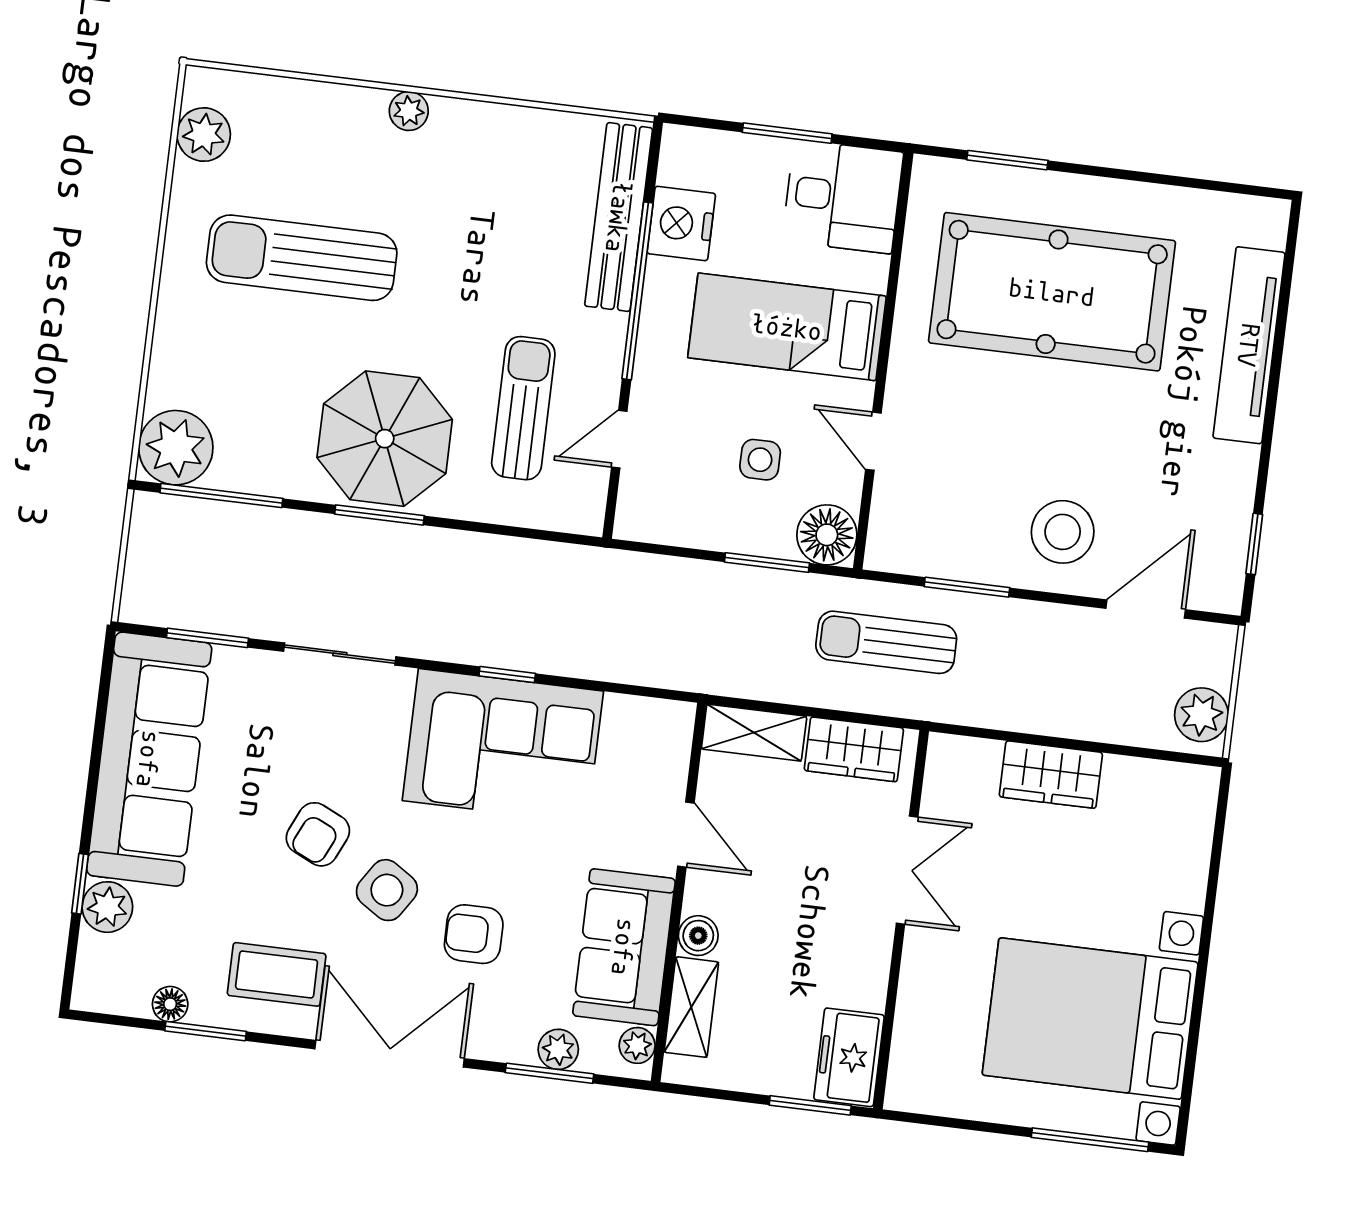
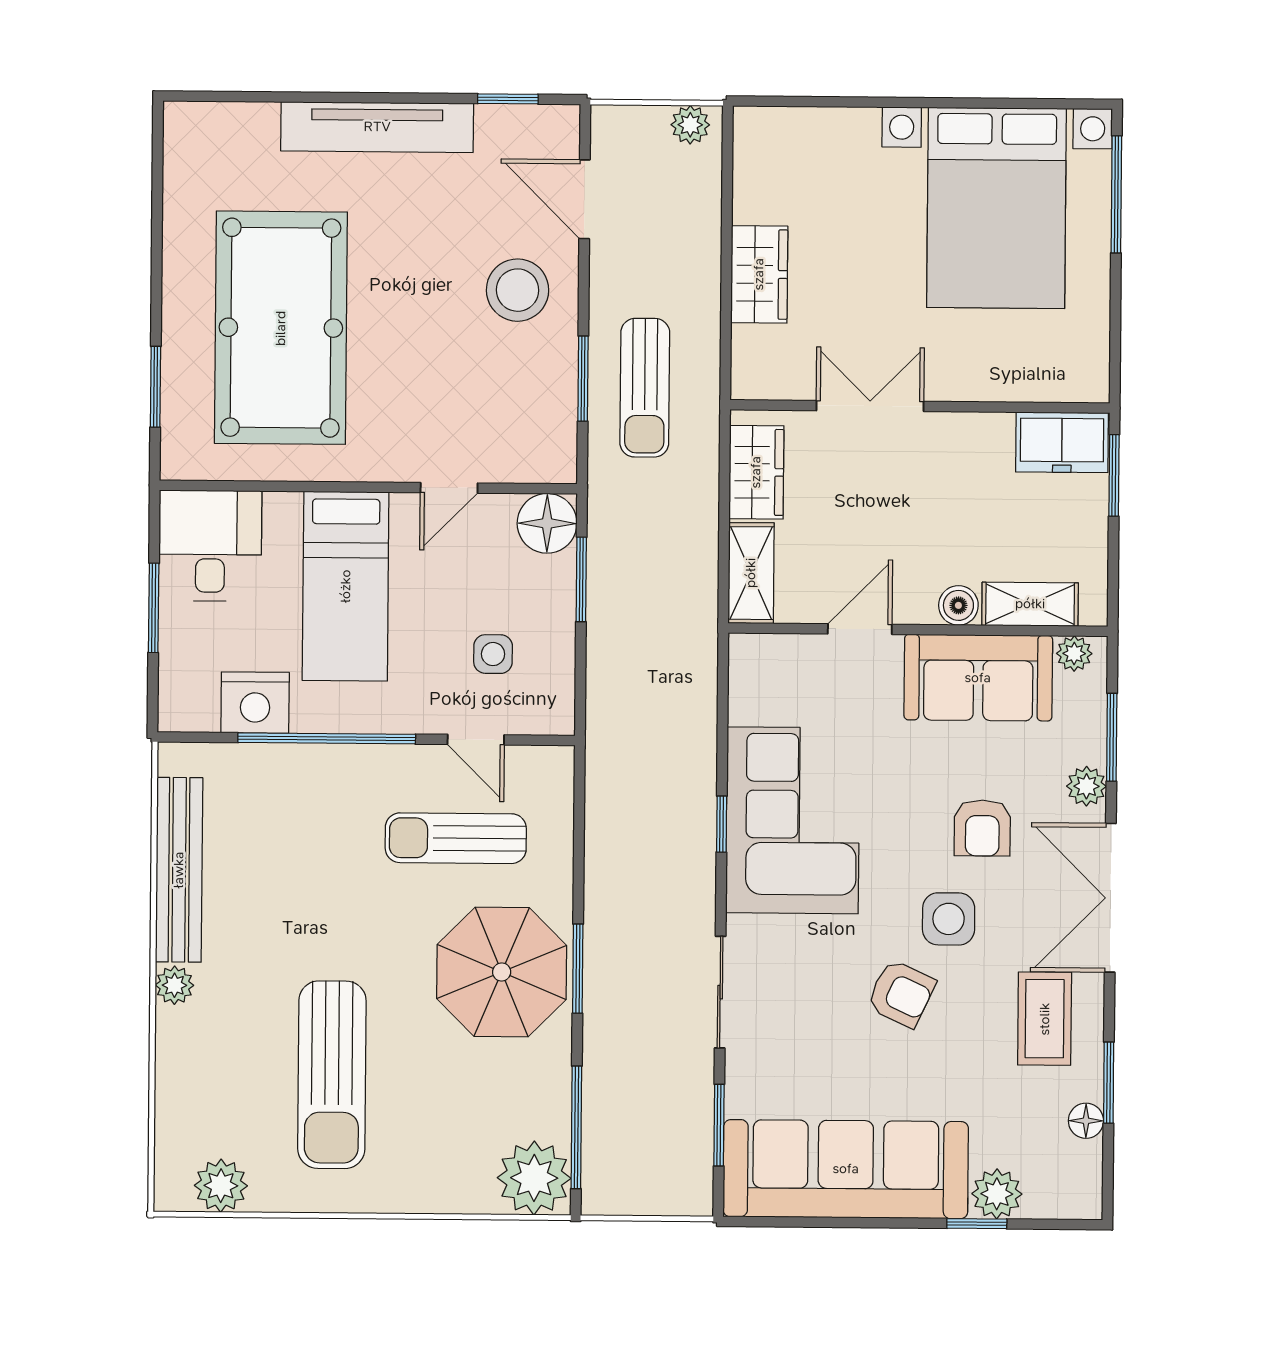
bench: (619, 217) -> (179, 870), moved, turned 90
tv unit: (1249, 345) -> (377, 127), moved
side table: (760, 460) -> (493, 654), moved
sun lounger: (886, 642) -> (645, 388), moved
plant: (1201, 715) -> (690, 125), width x0.73, depth x0.73
side table: (387, 890) -> (949, 919), turned -33
plant: (558, 1049) -> (1086, 786), moved

